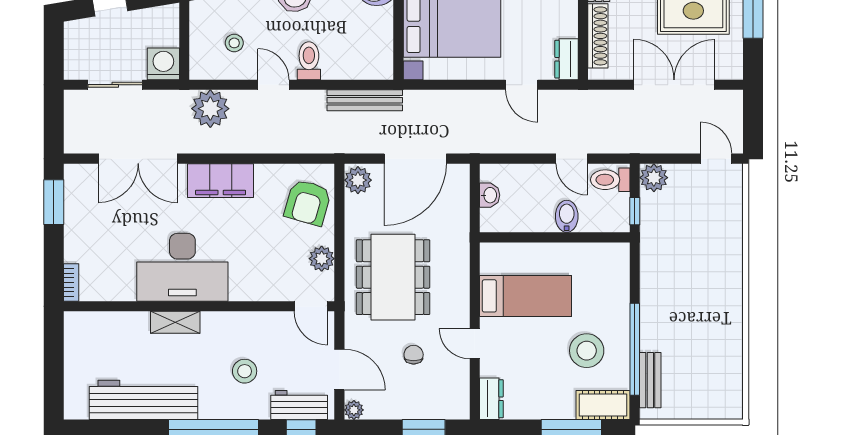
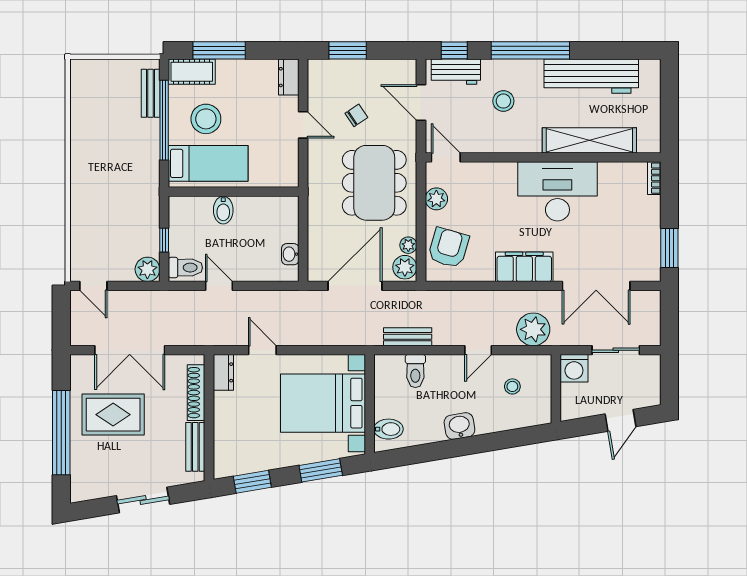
toilet: (309, 61) -> (415, 371), moved
door: (274, 85) -> (478, 350), hinge flipped
bench: (365, 100) -> (408, 337), width x0.73
double door: (138, 159) -> (596, 286), swing flipped
bidet: (567, 216) -> (223, 210), moved
wall: (555, 237) -> (234, 192), moved
bed: (525, 296) -> (208, 163), moved, turned 180
shelving: (175, 322) -> (589, 140), width x2.20, depth x1.33
chair: (414, 355) -> (356, 115), turned -124
plant: (354, 410) -> (408, 245), moved

